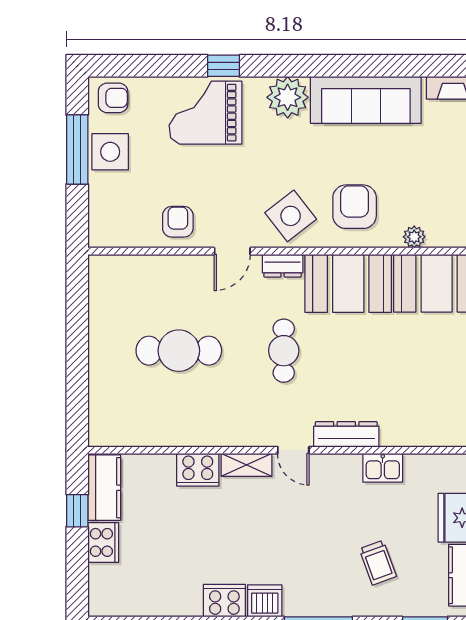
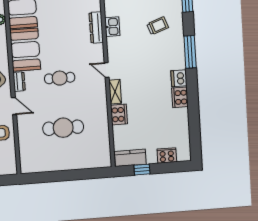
cafe table: (179, 351) -> (63, 128), turned 90
dresser: (346, 434) -> (96, 28), moved
door: (293, 450) -> (107, 70), swing flipped
cooker: (103, 542) -> (167, 155), moved

